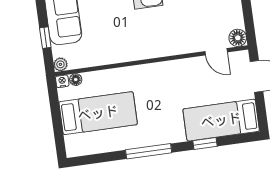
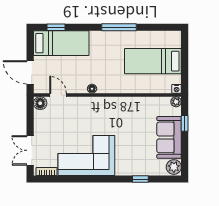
floor lamp: (76, 80) -> (92, 89), moved
window: (205, 143) -> (56, 27), moved

